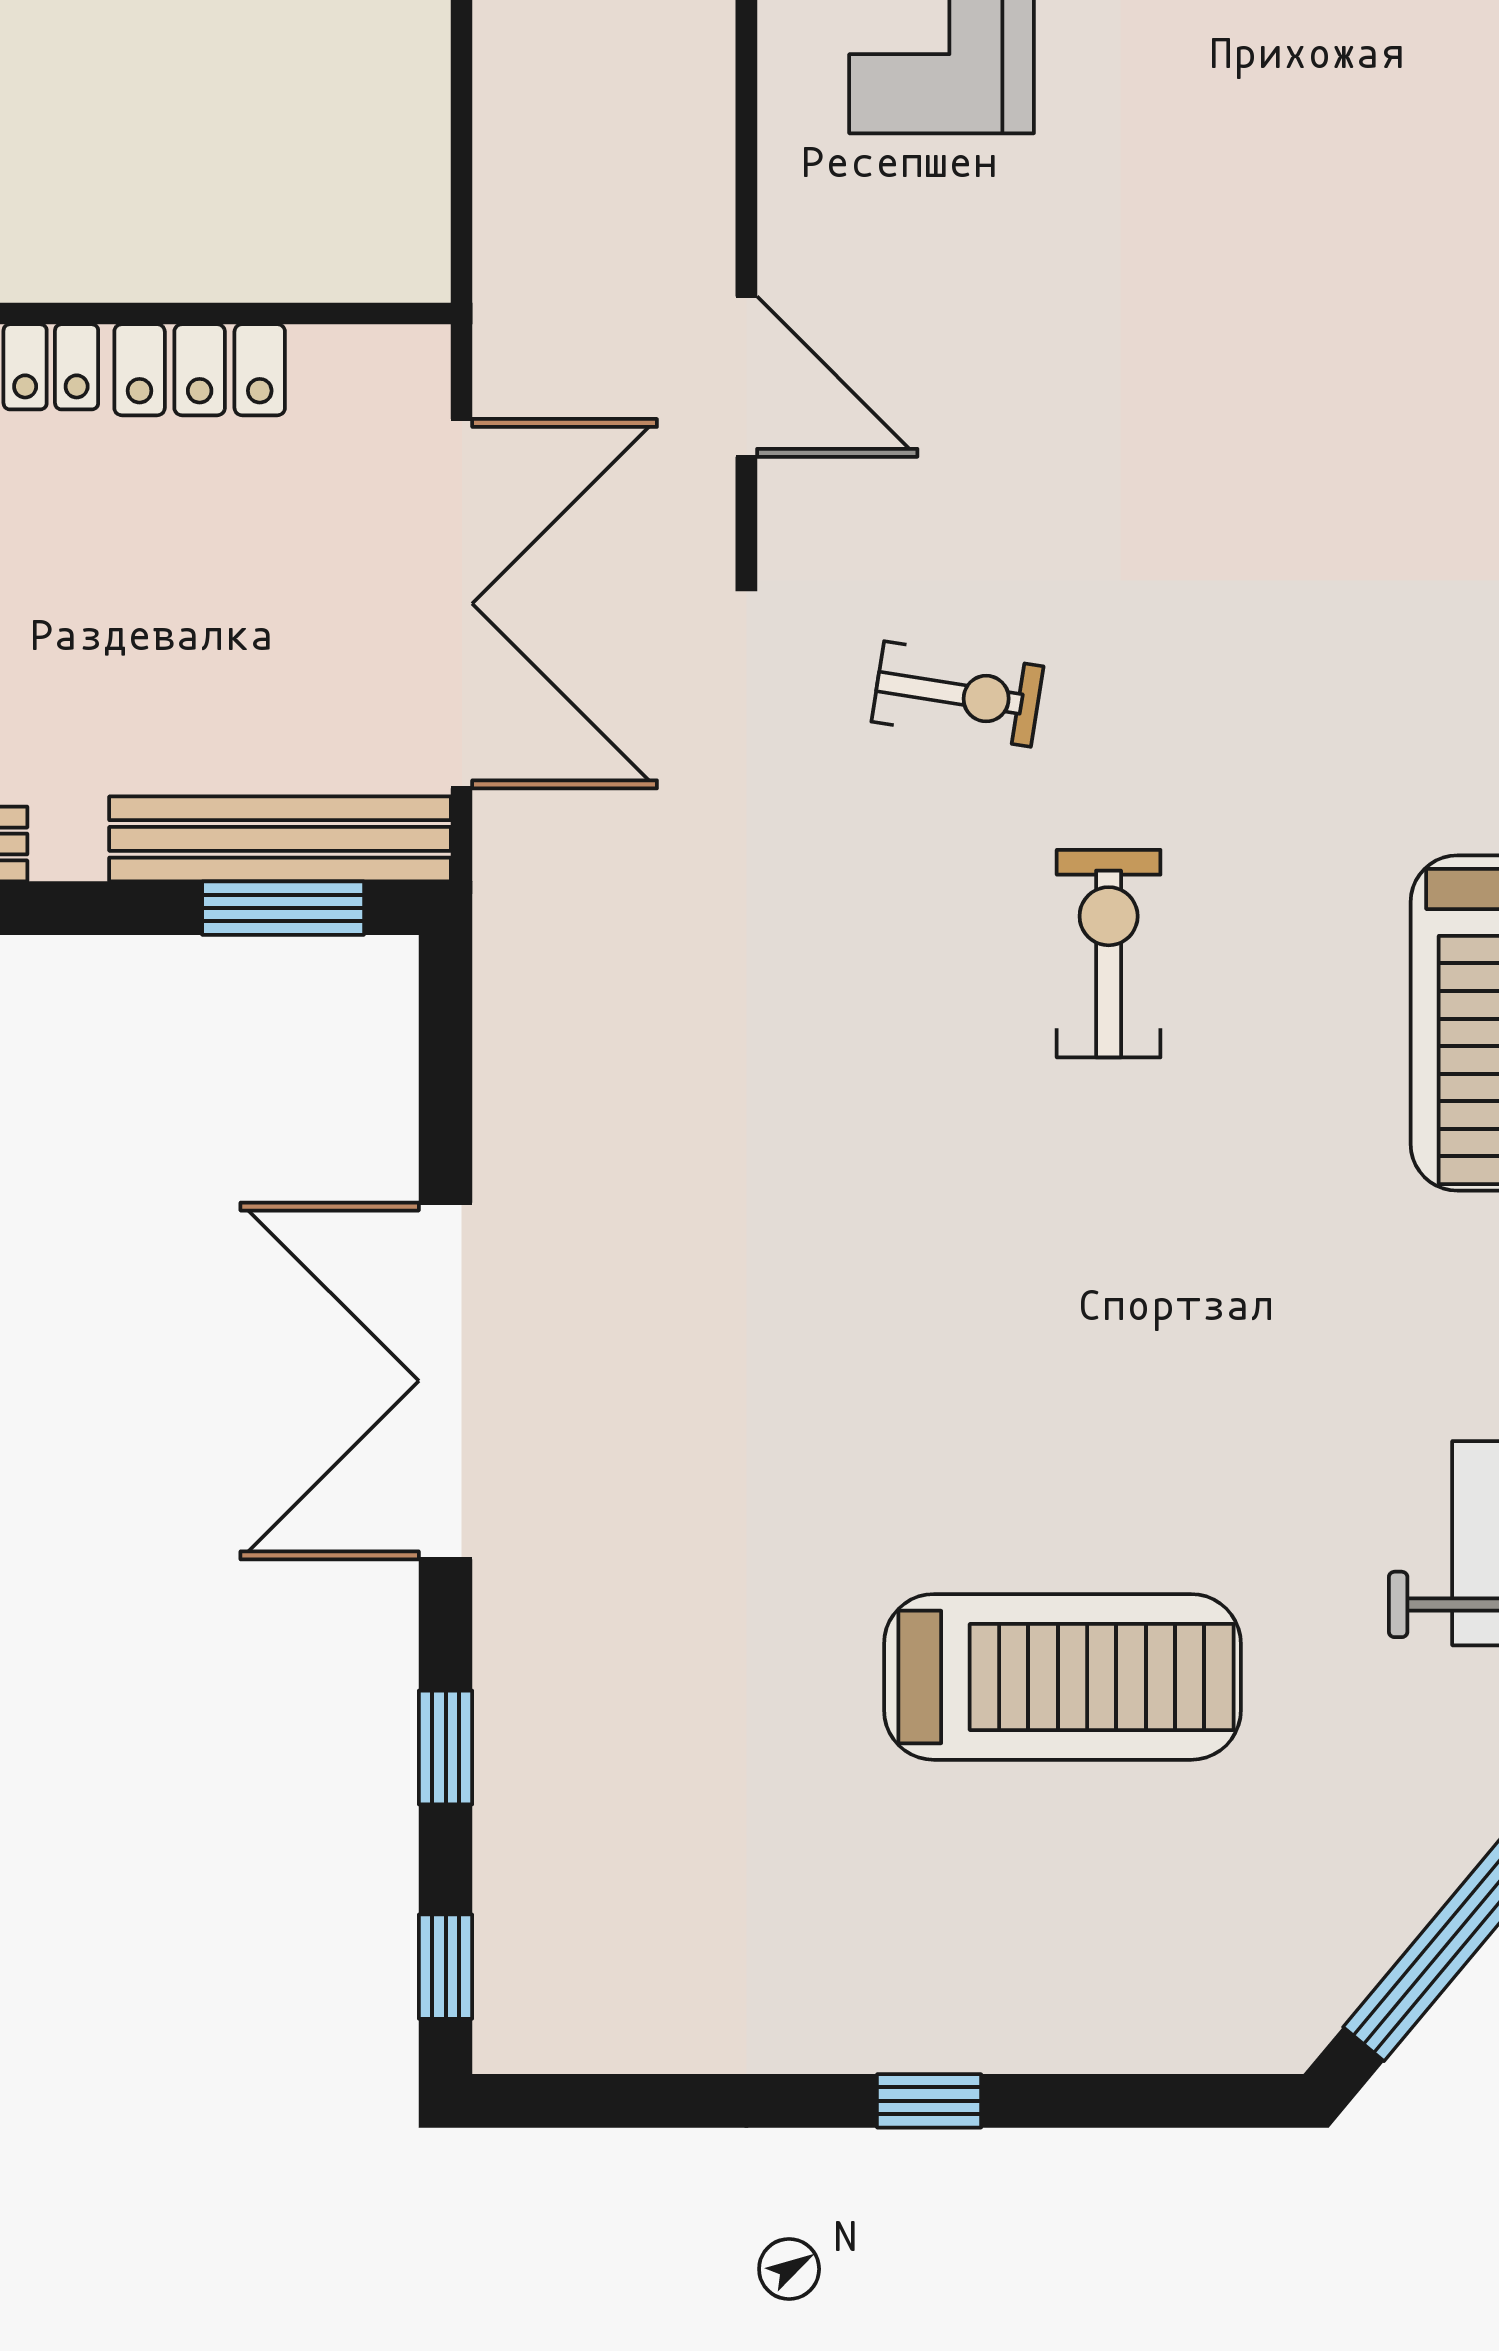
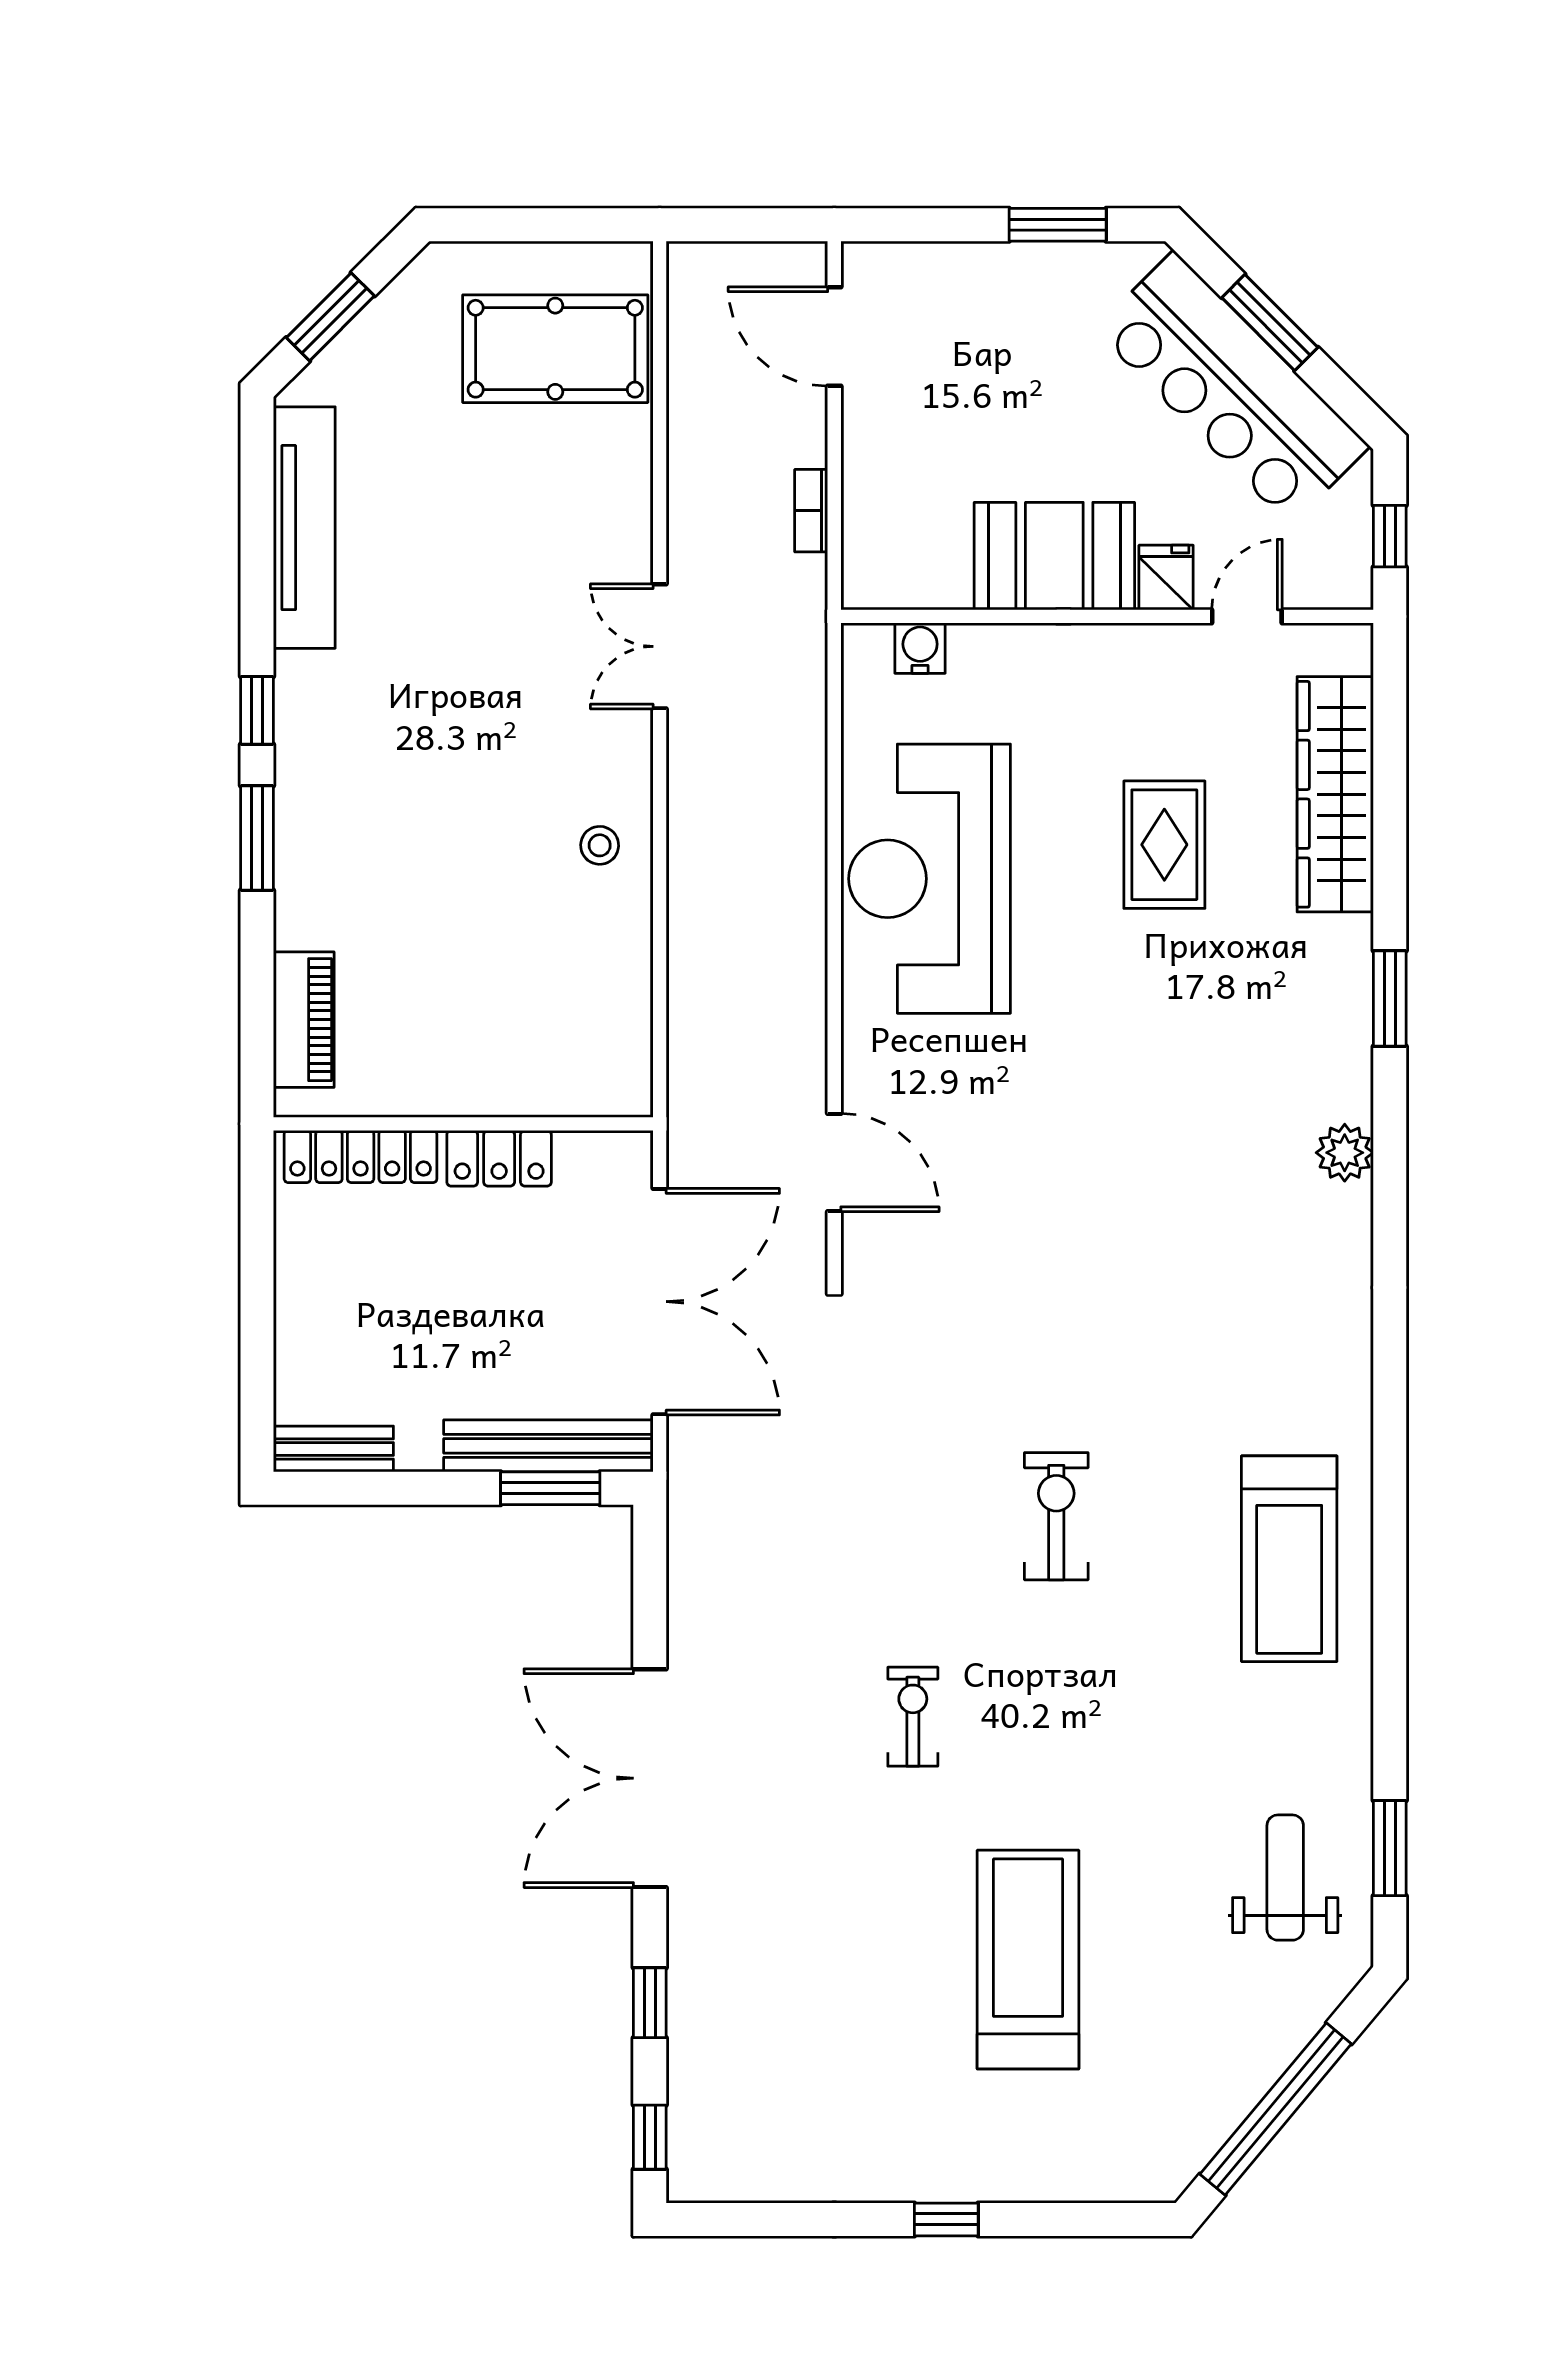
exercise bike: (957, 694) -> (913, 1717), moved, turned -99
treadmill: (1062, 1677) -> (1028, 1960), turned -90

